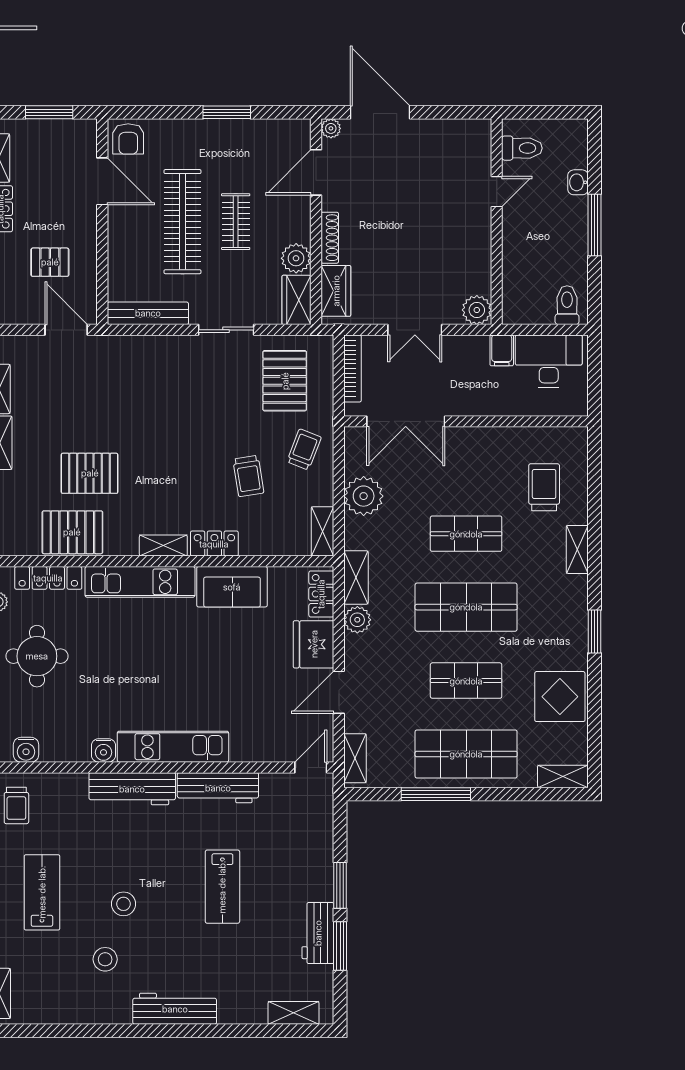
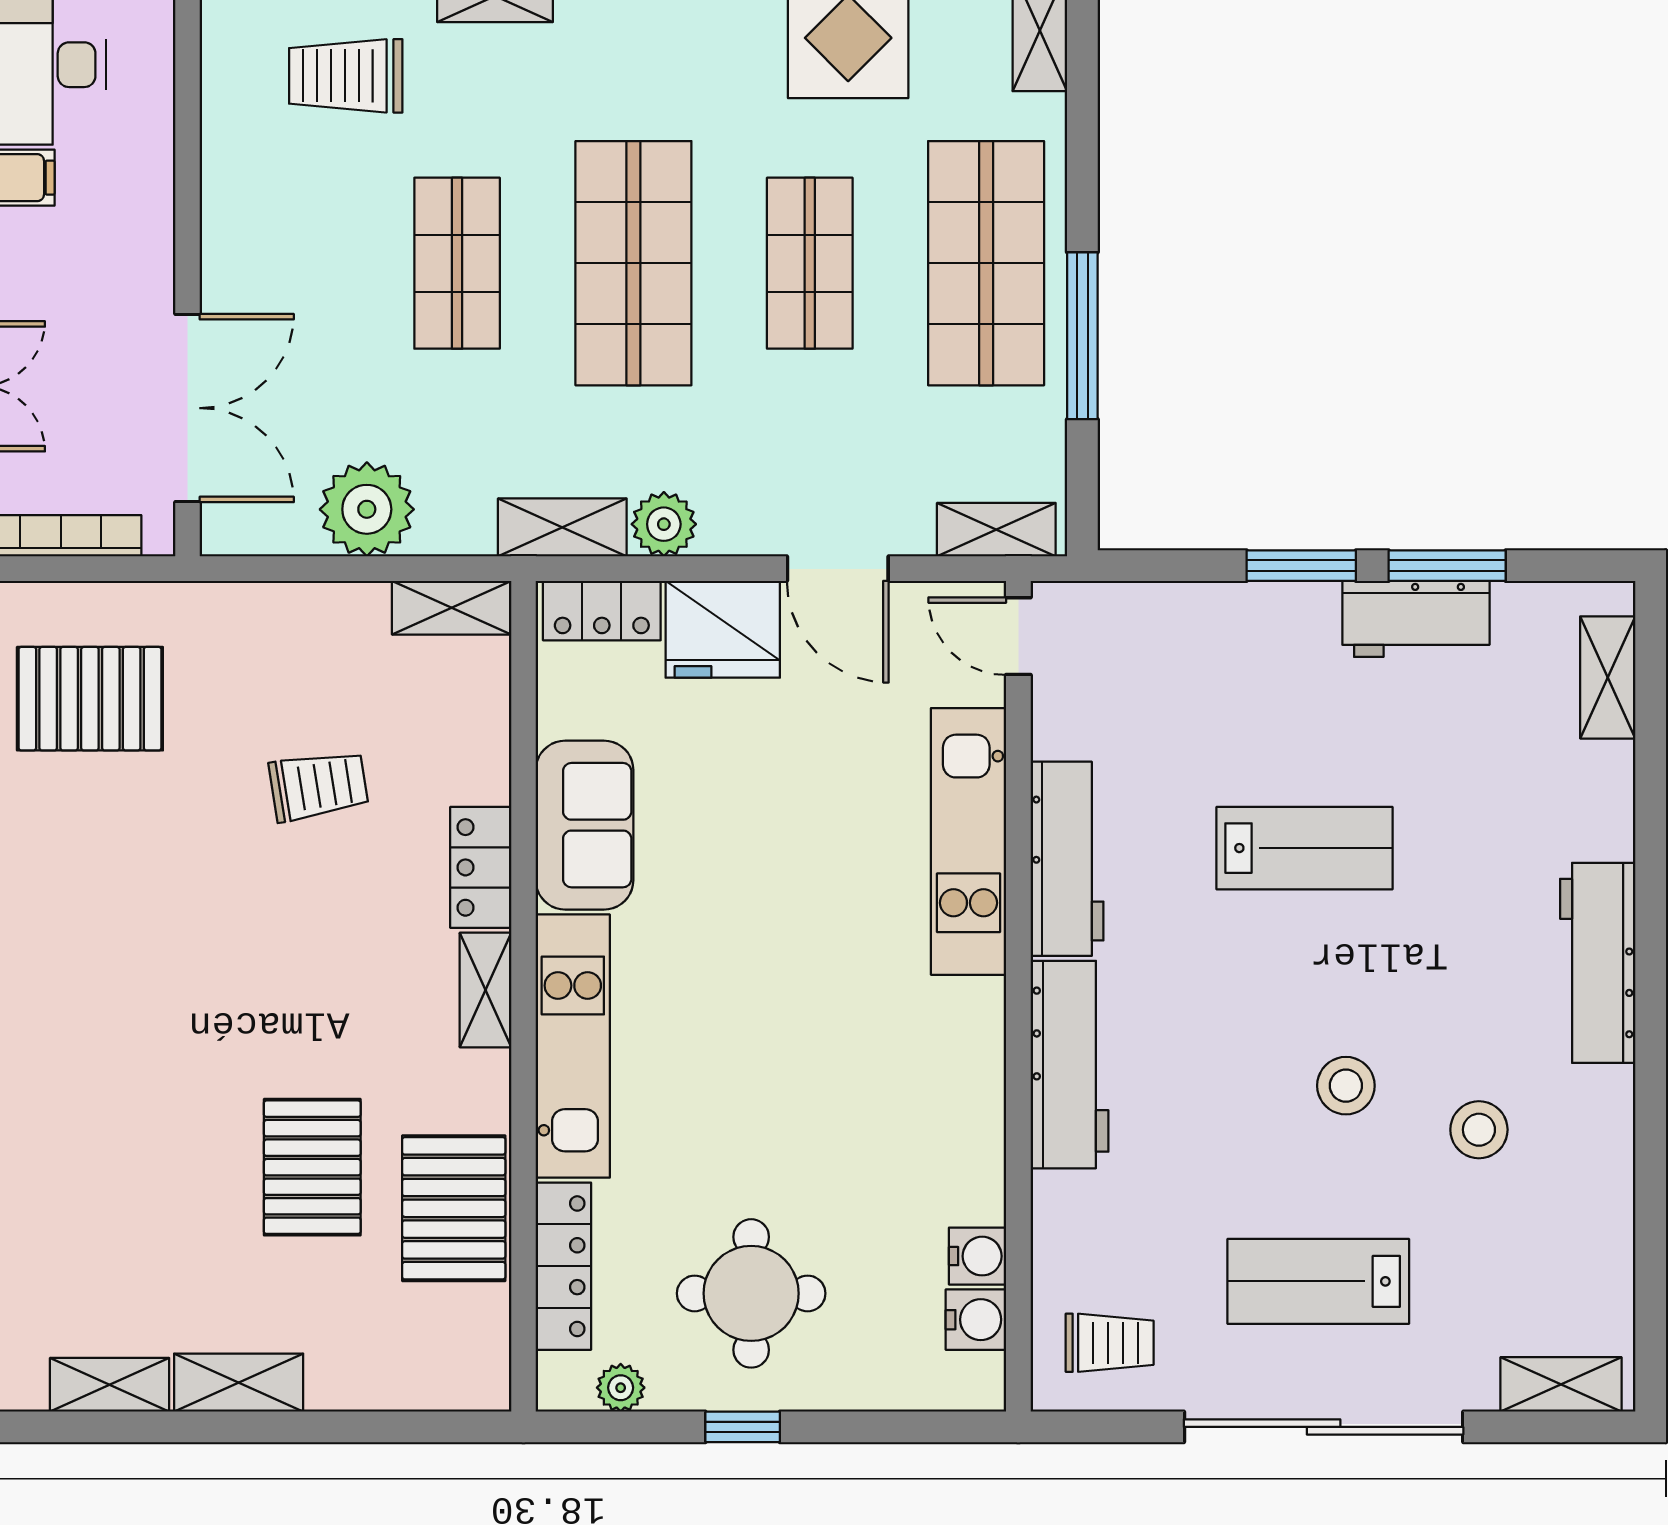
trolley: (304, 449) -> (255, 652), removed
kitchen unit: (173, 747) -> (968, 841), moved
water cooler: (103, 750) -> (978, 1256), moved

